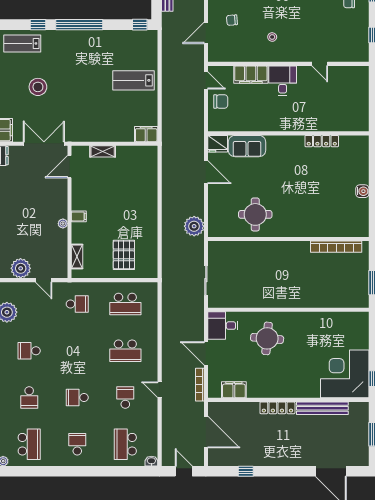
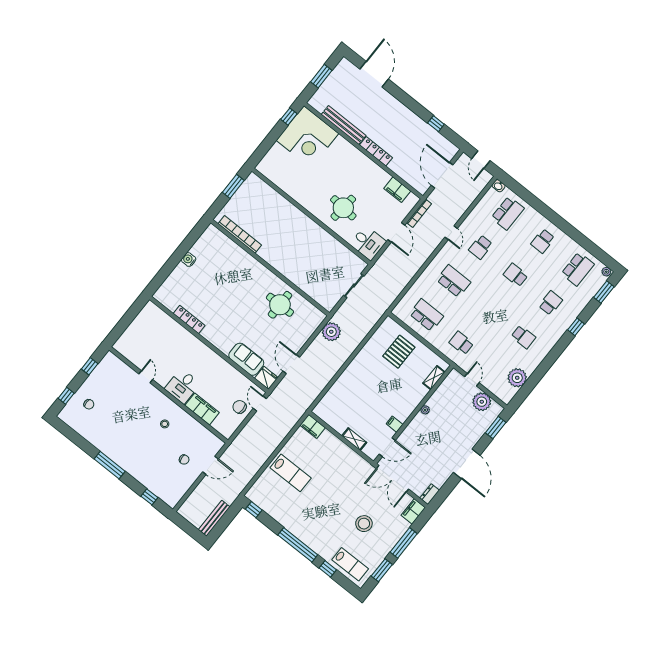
door: (206, 80) -> (260, 403), moved
filing cabinet: (79, 216) -> (395, 424), moved
school desk: (77, 397) -> (516, 275), turned 180
school desk: (29, 444) -> (578, 269), turned 180

